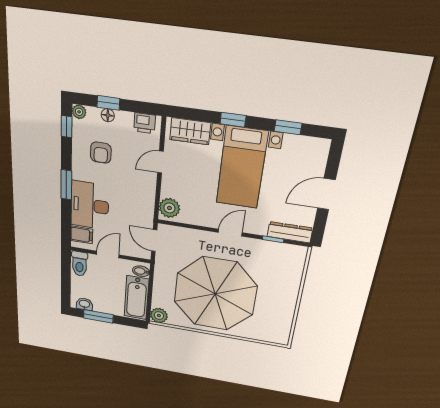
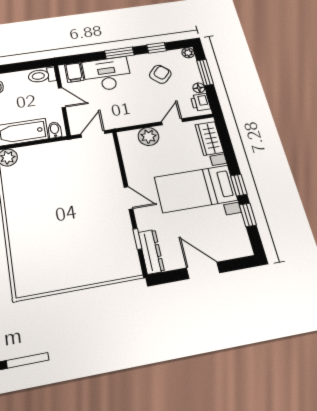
window: (108, 103) -> (205, 72), width x1.50
floor lamp: (108, 115) -> (199, 88), moved
window: (233, 120) -> (239, 185), moved
window: (67, 127) -> (157, 48), moved
armchair: (101, 153) -> (160, 74), turned 133
door: (160, 162) -> (172, 122), hinge flipped
plant: (169, 208) -> (148, 136), moved
parasol: (215, 294) -> (54, 204), removed

